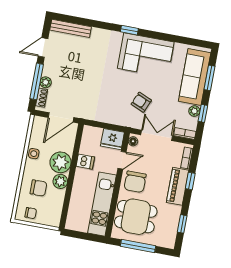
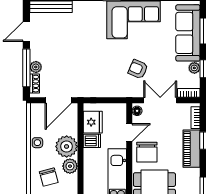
fridge: (112, 139) -> (93, 122), moved, turned -90
chair: (38, 188) -> (49, 177), turned 75

